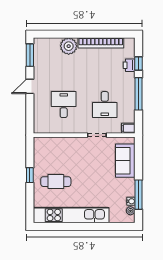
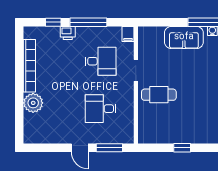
window: (30, 55) -> (109, 148), moved
printer: (129, 65) -> (68, 33), moved
sofa: (125, 161) -> (184, 37), moved
cafe table: (56, 182) -> (159, 95), moved, turned 90

